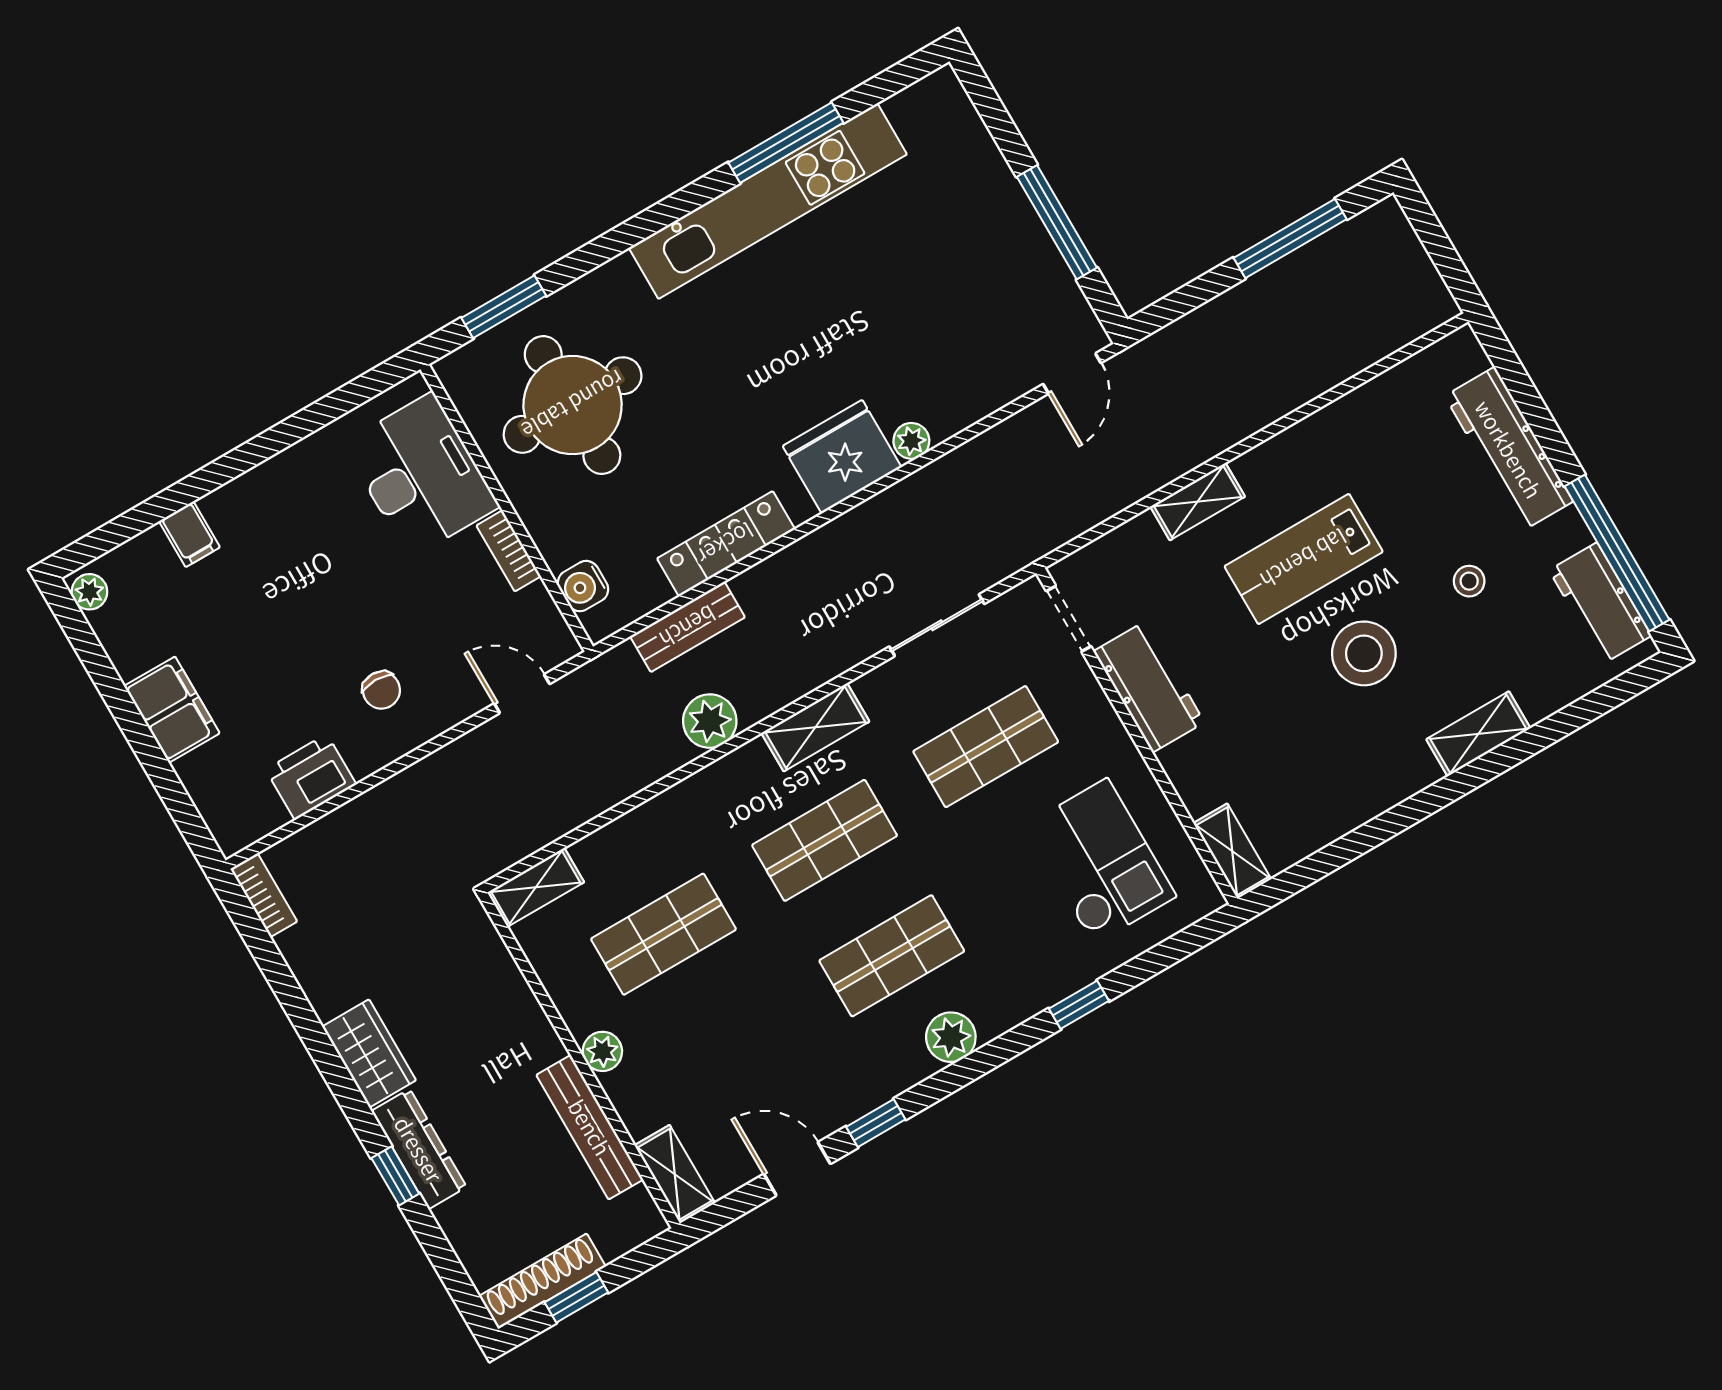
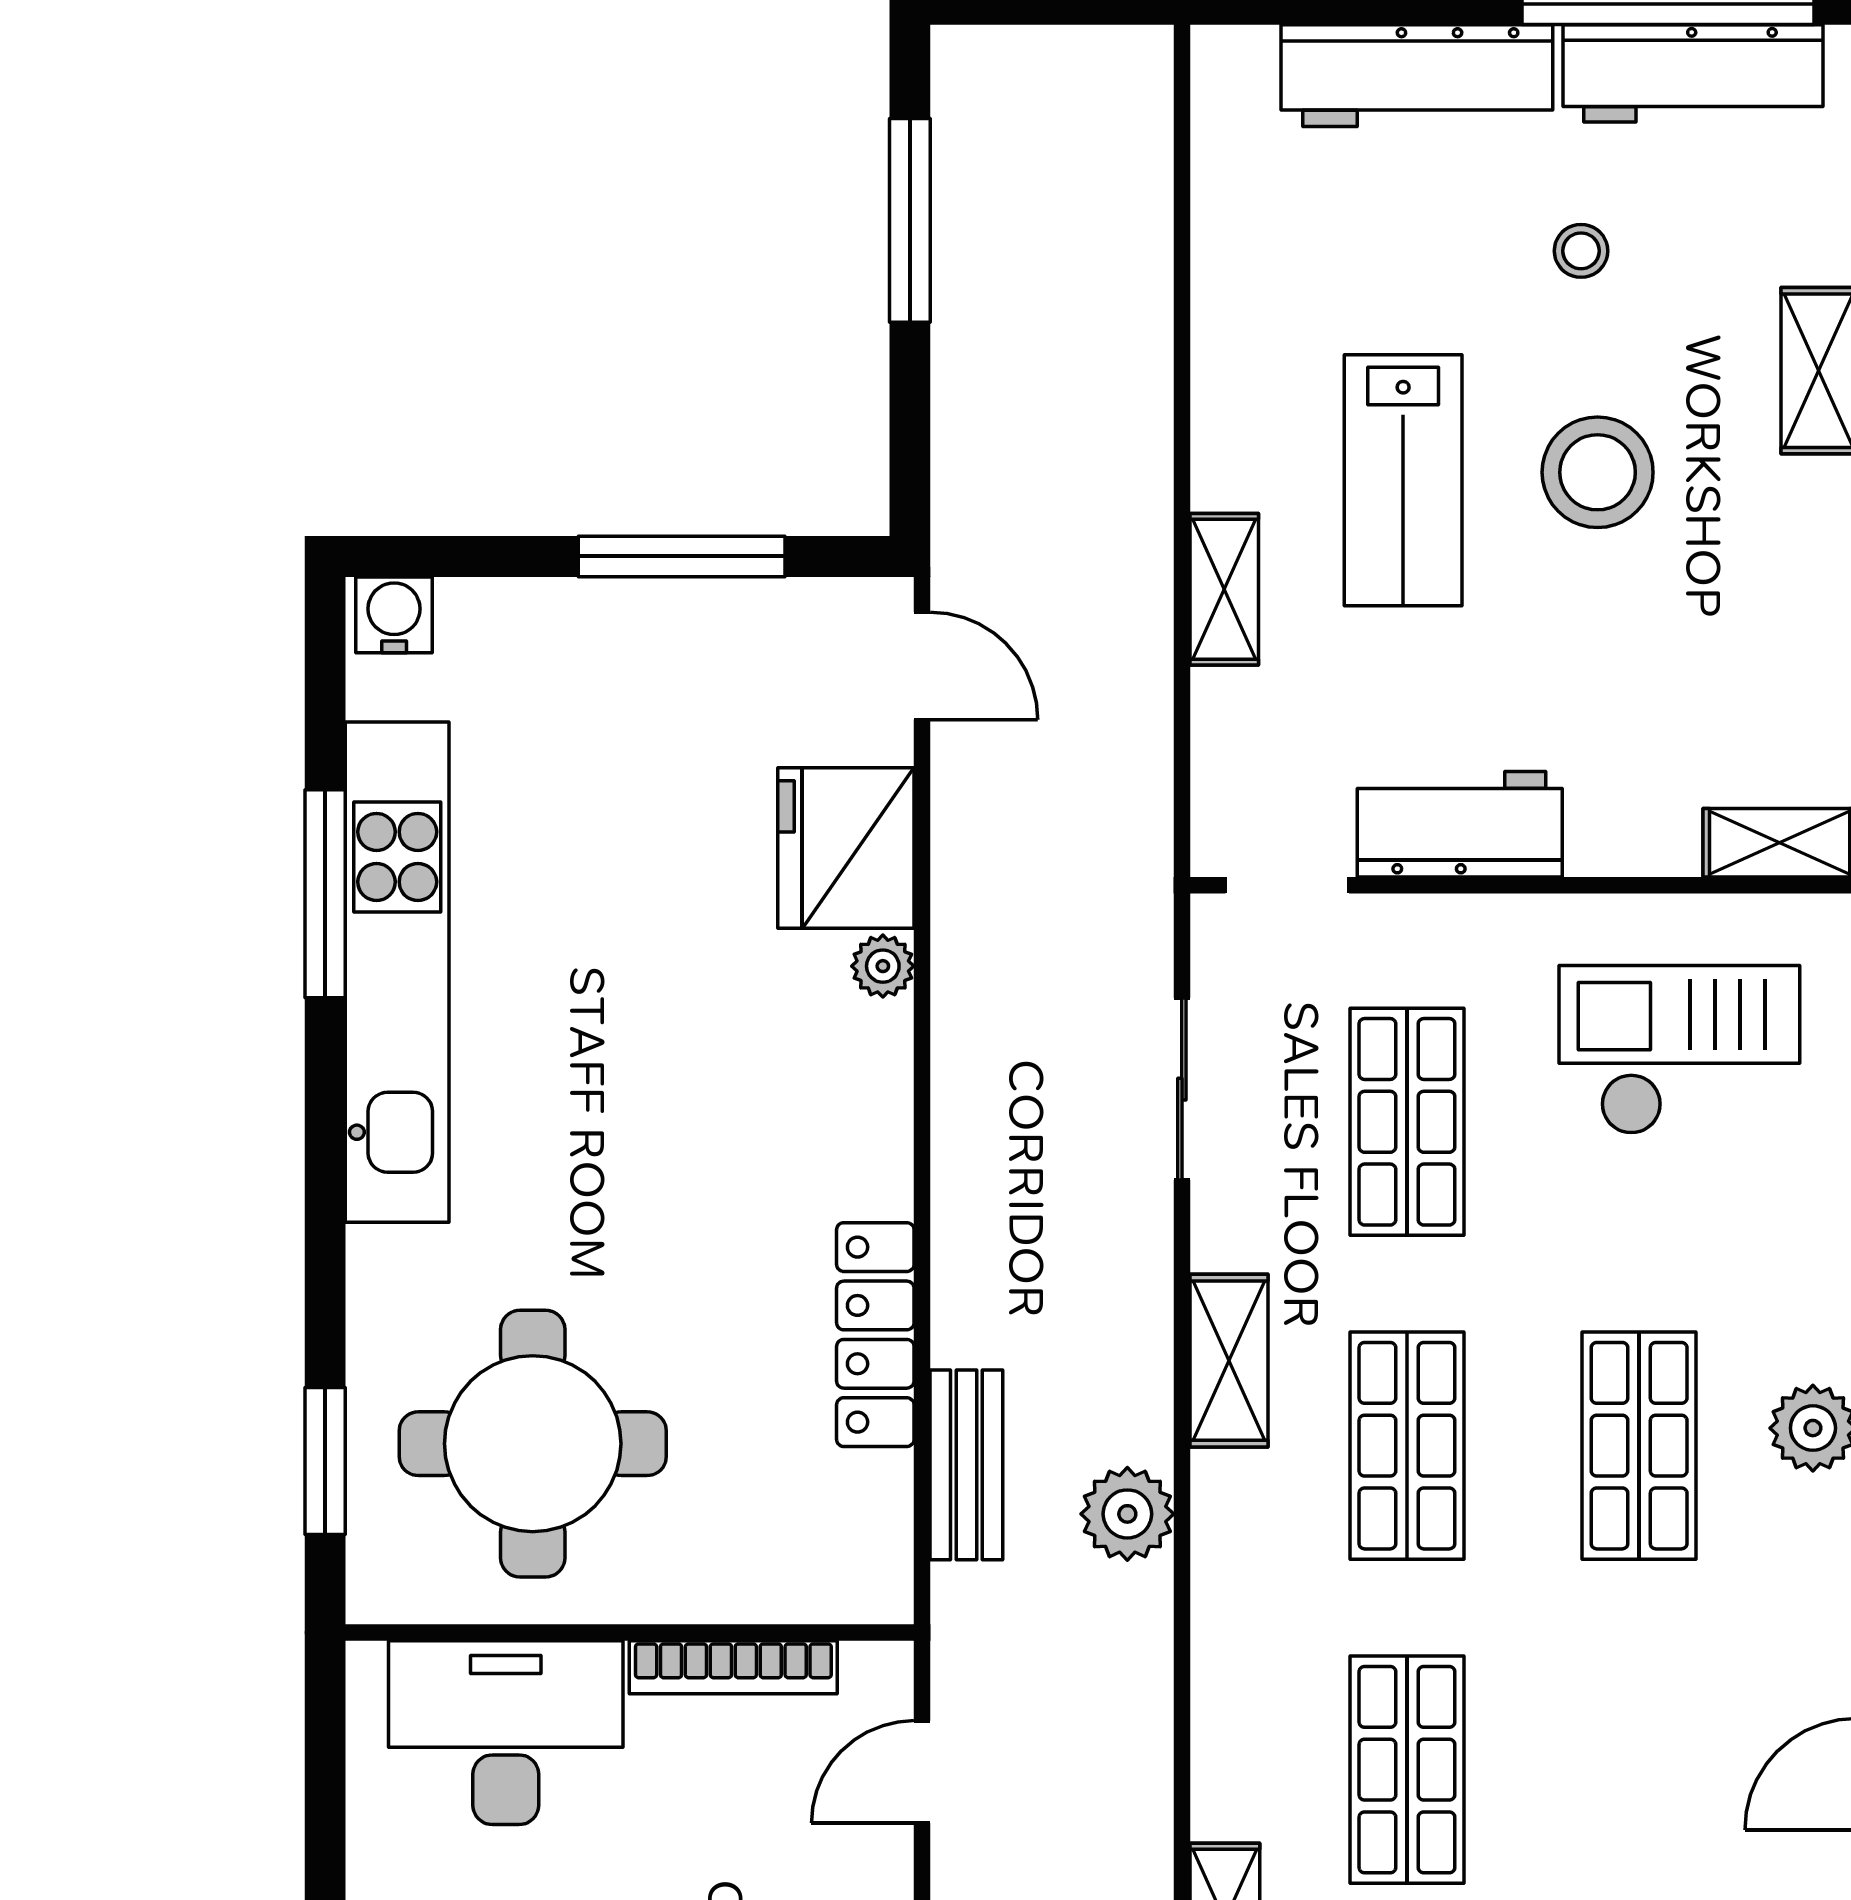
fridge: (842, 457) -> (846, 848), moved
bookcase: (509, 551) -> (733, 1667), width x1.56
water cooler: (583, 586) -> (394, 615), moved, turned 180
workbench: (1600, 603) -> (1693, 73), width x1.38

